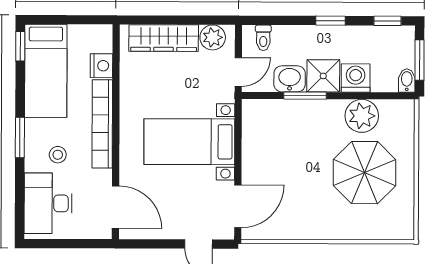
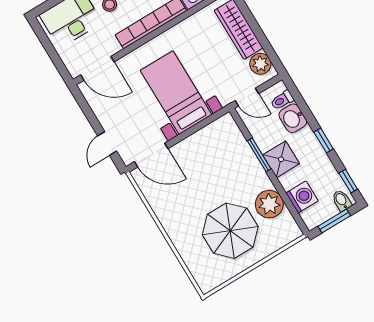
washing machine: (356, 78) -> (302, 197), moved
washbasin: (290, 79) -> (293, 118), moved, turned 180
bidet: (407, 81) -> (342, 200), moved, turned -90
door: (115, 207) -> (97, 68), hinge flipped

